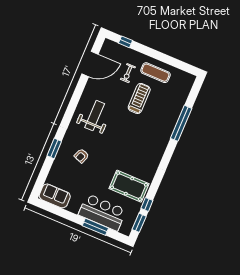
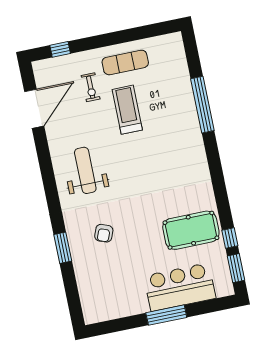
sofa: (55, 196) -> (105, 308), removed
window: (95, 227) -> (166, 315), moved

